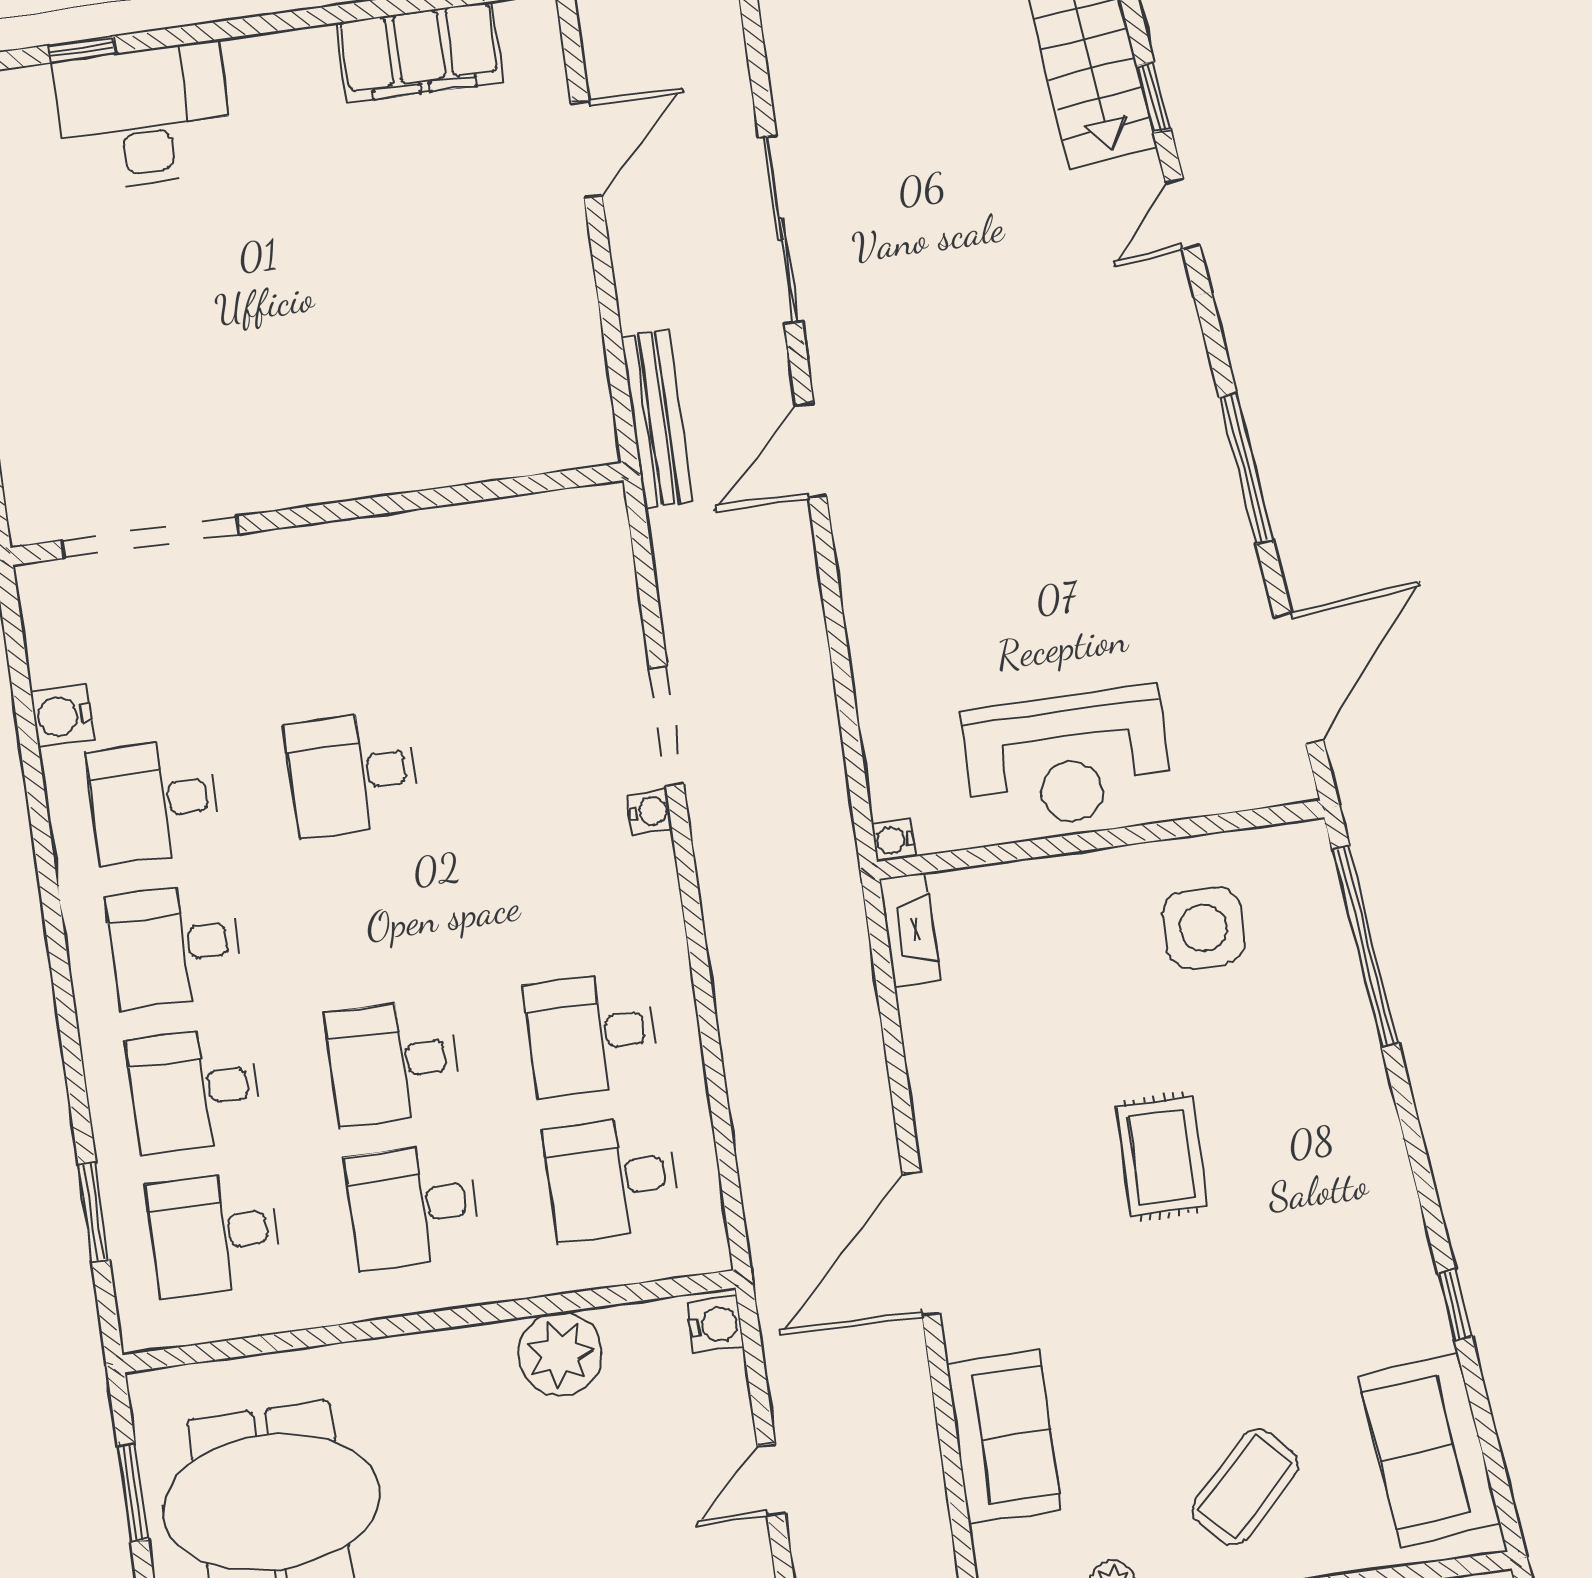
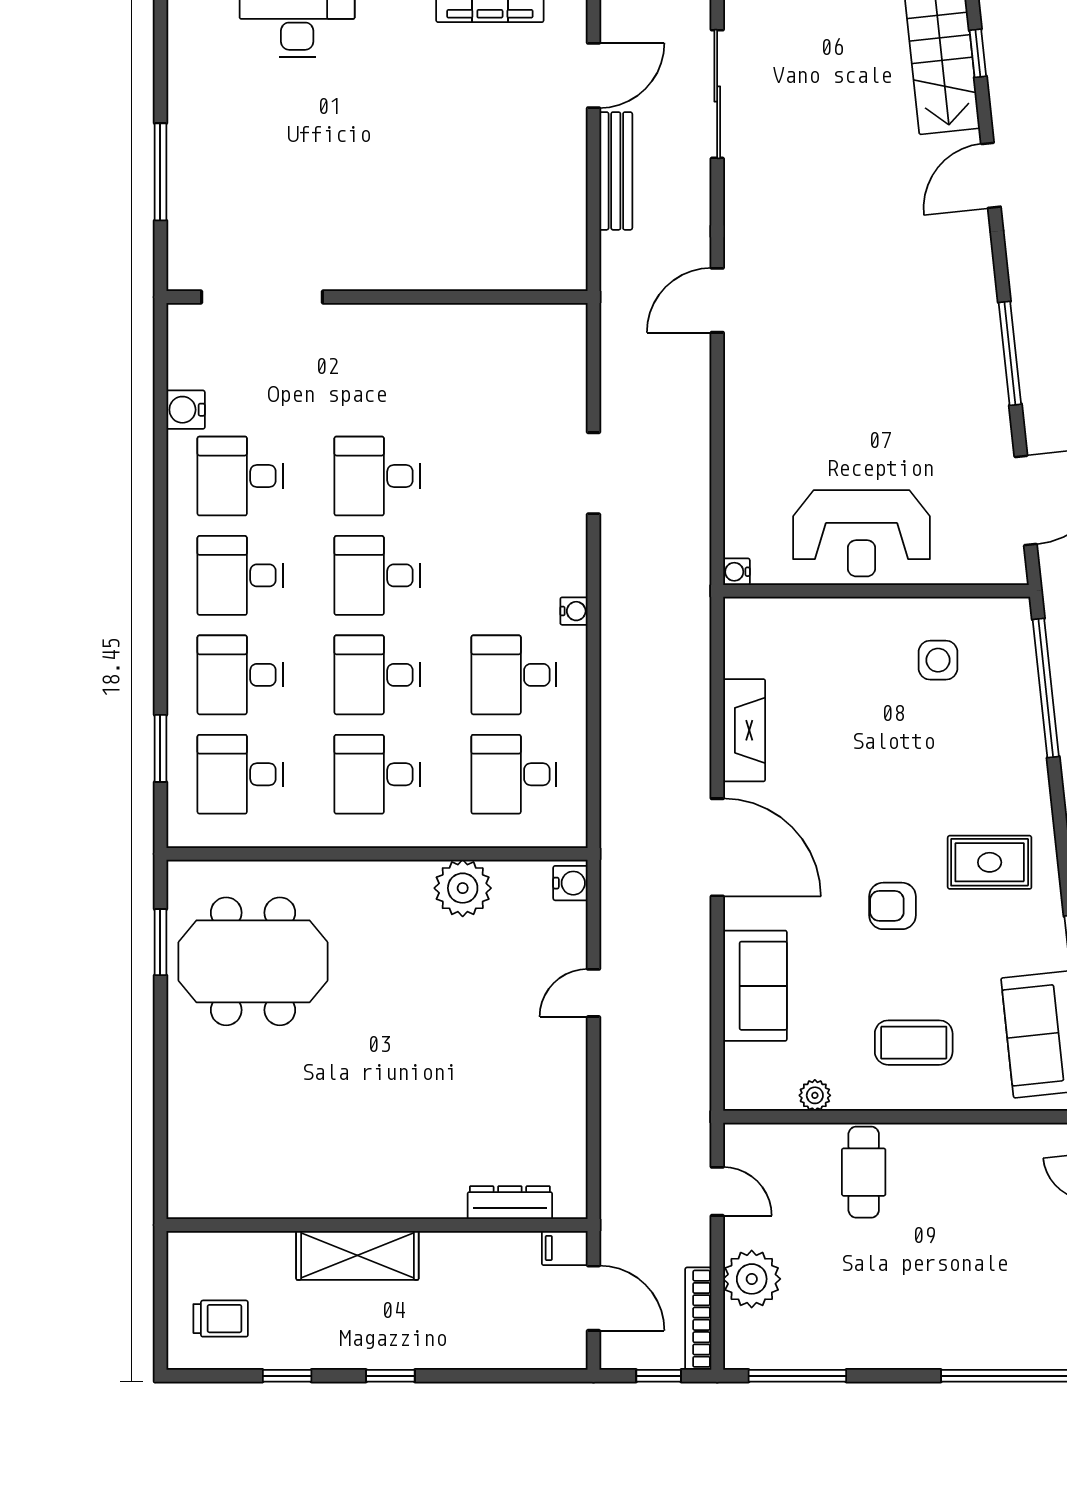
window: (1154, 97) -> (978, 53), moved
door: (1183, 214) -> (991, 175), width x1.38
sliding door: (780, 229) -> (717, 94), moved
bench: (657, 419) -> (616, 171), moved
water cooler: (649, 811) -> (574, 611), moved
desk: (373, 918) -> (377, 575), added
side table: (1204, 928) -> (938, 660), width x0.73, depth x0.73
fireplace: (910, 930) -> (744, 730), moved, width x1.37, depth x1.32
rug: (1162, 1157) -> (990, 862), moved, turned 90
door: (921, 1244) -> (717, 847), swing flipped
armchair: (1187, 1293) -> (893, 906), added
coffee table: (1245, 1487) -> (914, 1043), turned 45

